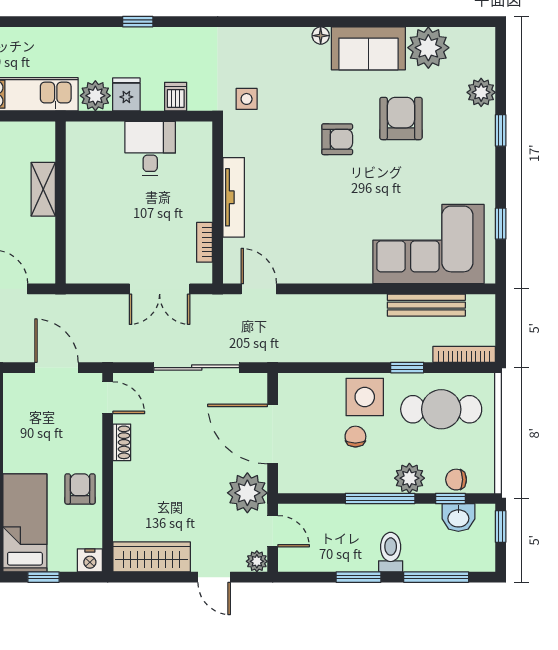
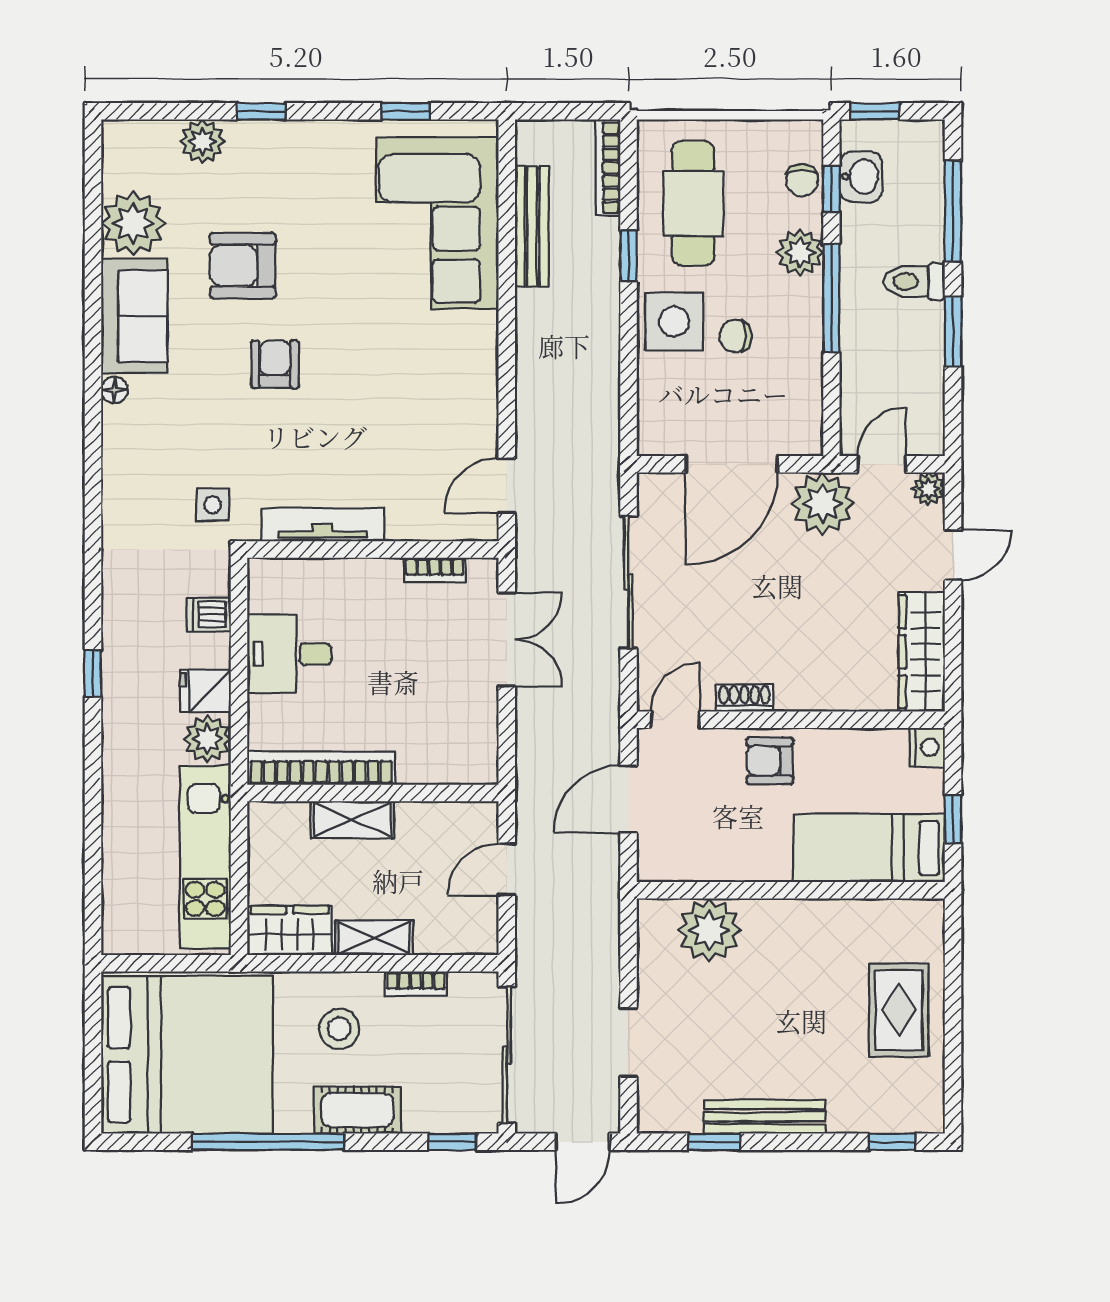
bookcase: (77, 169) -> (321, 768), added
tv unit: (234, 197) -> (323, 525), moved
armchair: (80, 489) -> (770, 761), moved

